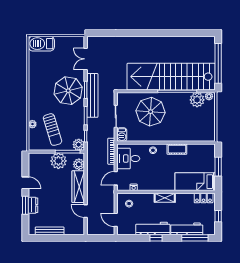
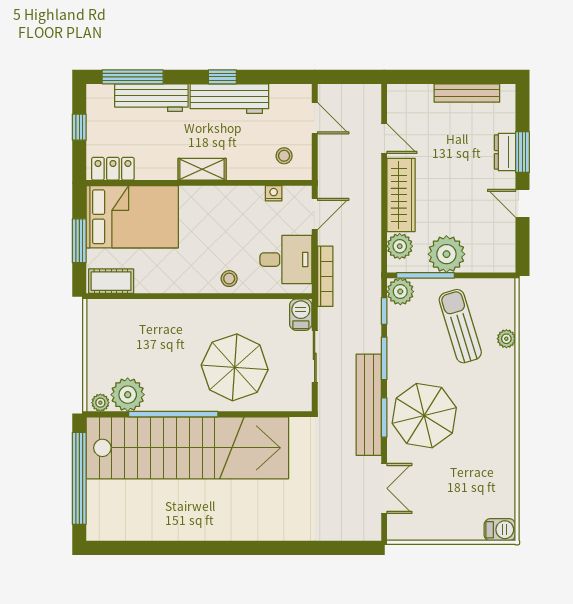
barbecue: (41, 44) -> (500, 530), width x0.53, depth x0.65
cot: (177, 149) -> (111, 281), moved
bed: (195, 182) -> (132, 217), width x1.50

